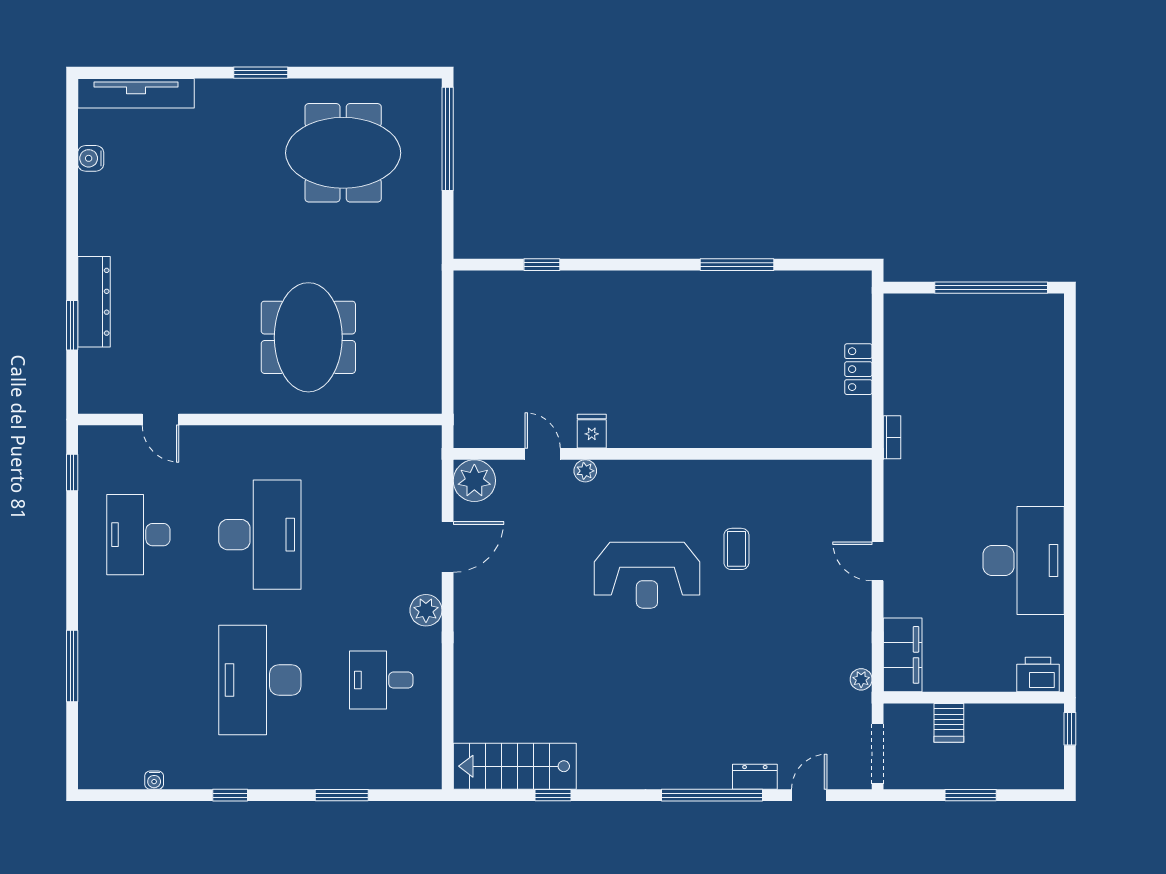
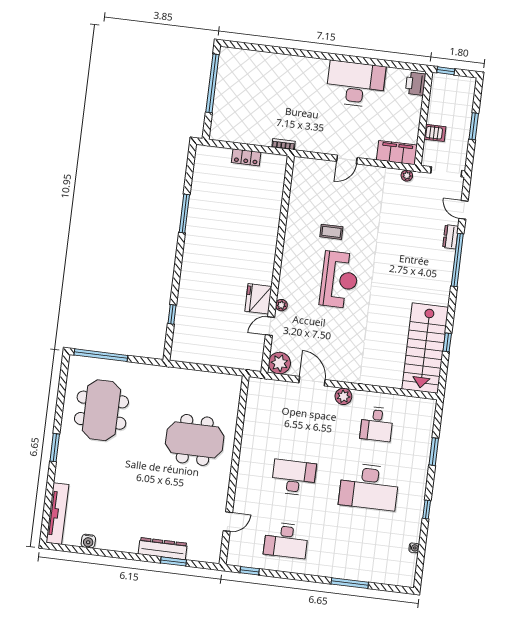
fridge: (592, 431) -> (258, 299), width x1.88, depth x1.34
desk: (260, 535) -> (294, 478), width x0.73, depth x0.77
stairs: (515, 766) -> (425, 348), width x1.36, depth x1.51

